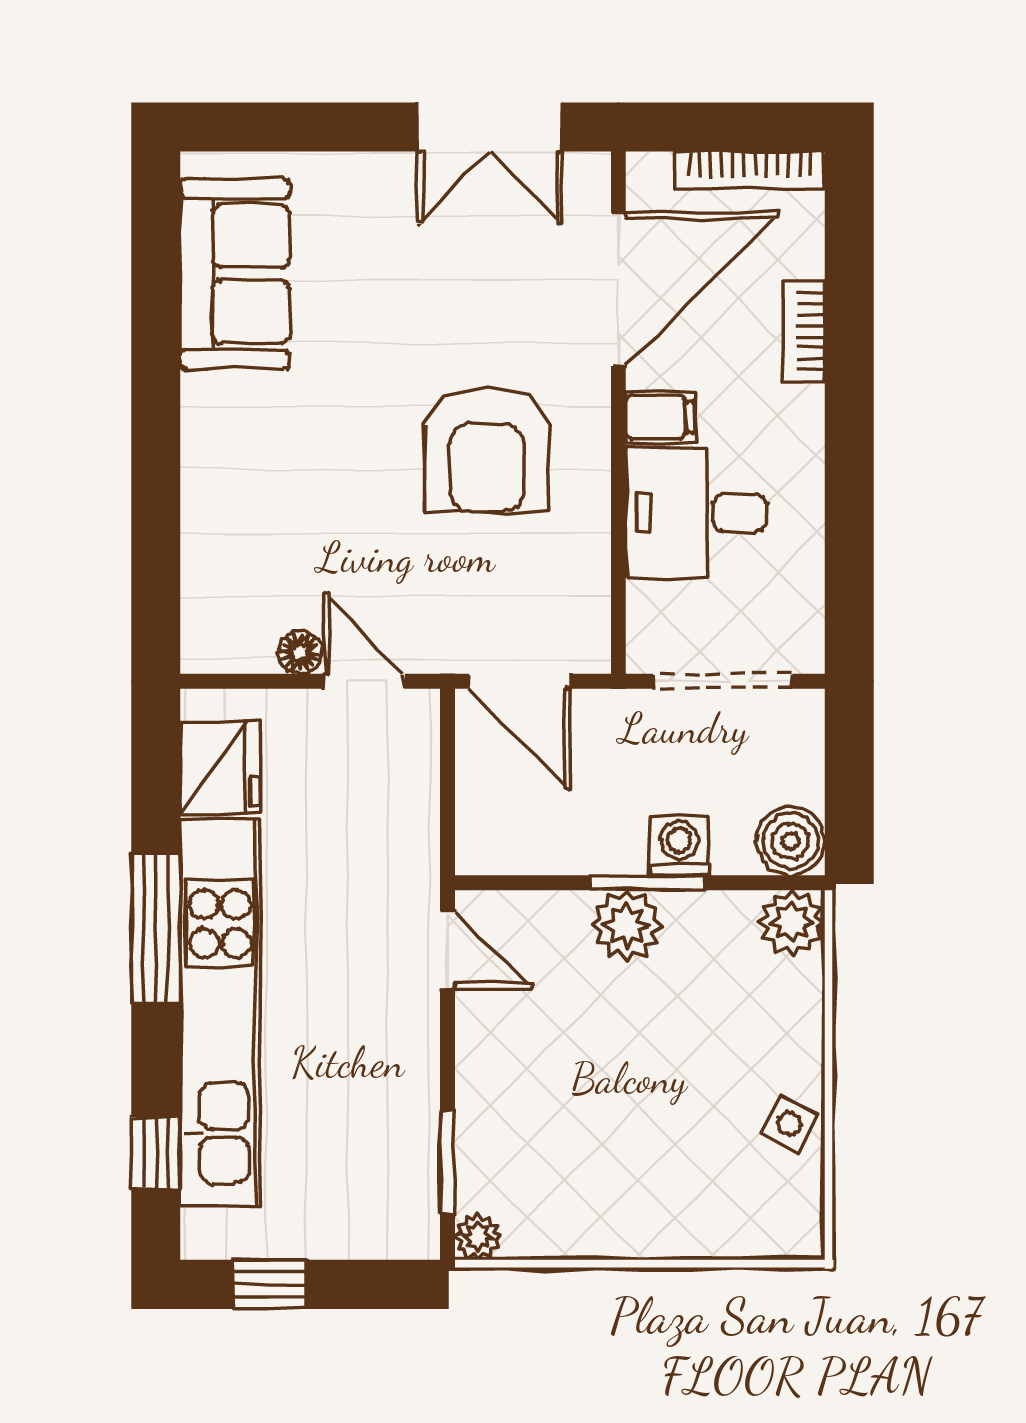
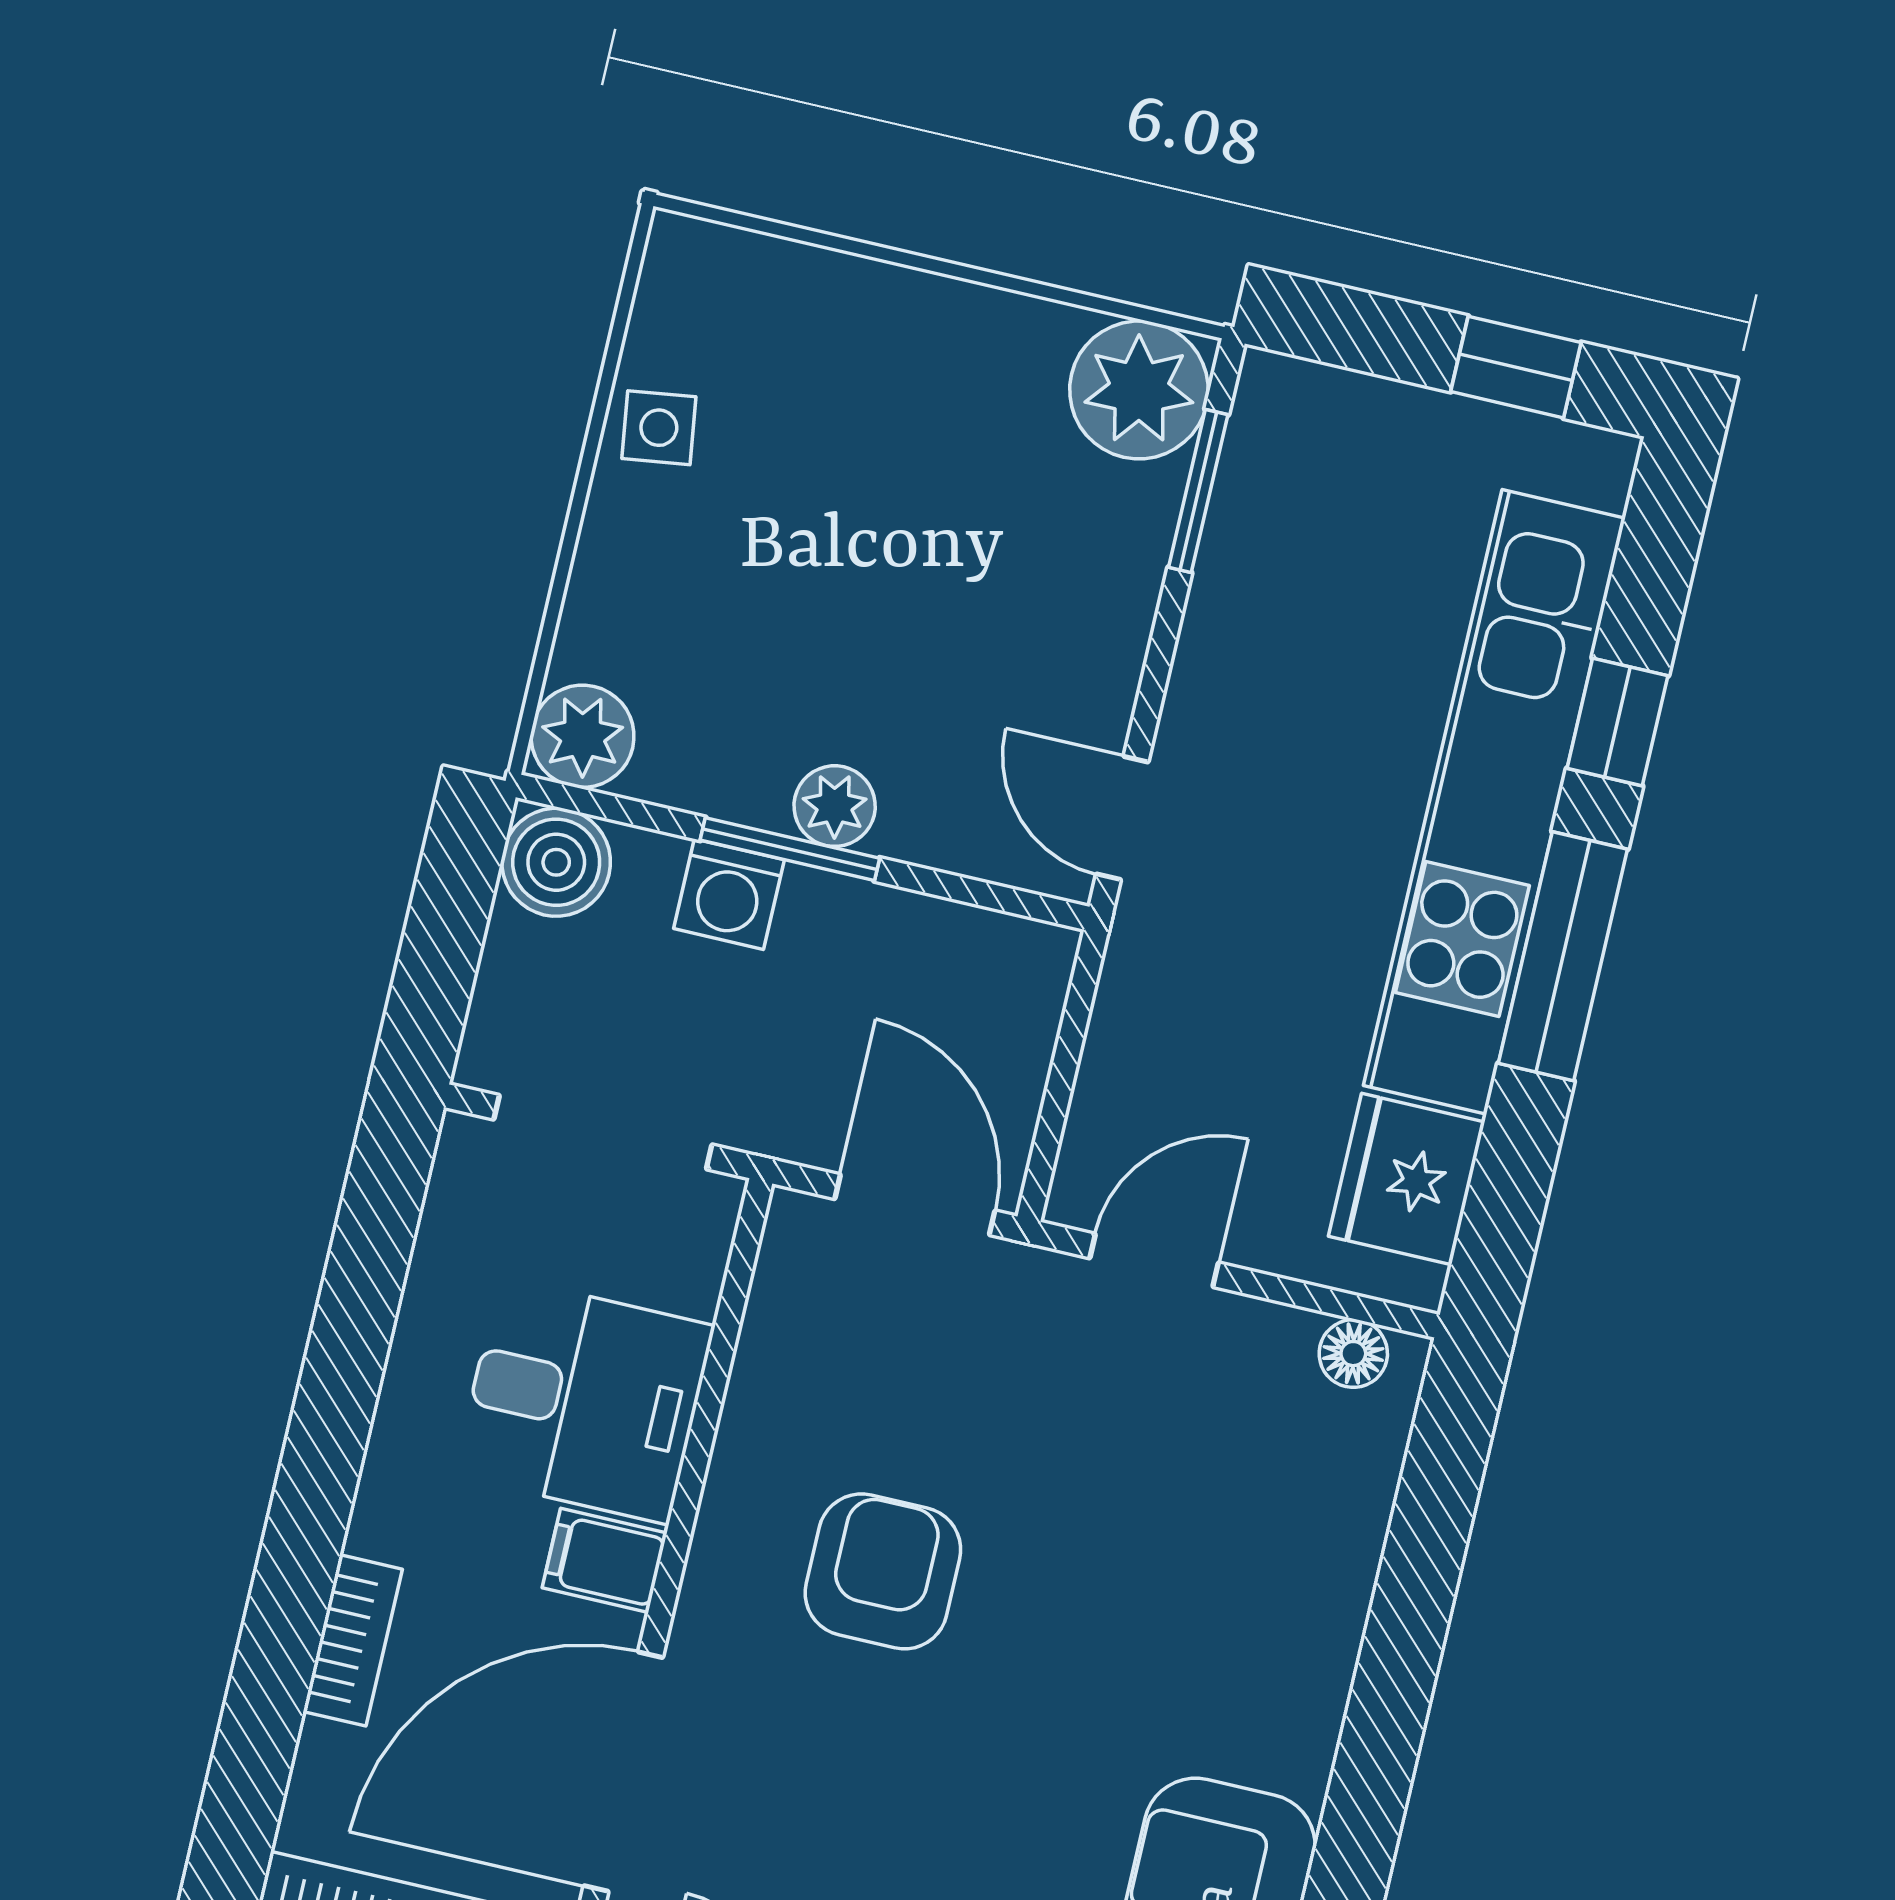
armchair: (487, 450) -> (883, 1571), width x0.73, depth x0.73
floor lamp: (300, 652) -> (1353, 1354), moved
door: (364, 681) -> (1154, 1260), swing flipped
plant: (627, 925) -> (835, 806), width x0.73, depth x0.73
side table: (789, 1124) -> (659, 428), turned -34
window: (156, 1153) -> (1617, 722), moved
plant: (478, 1237) -> (1139, 390), width x1.87, depth x1.87

